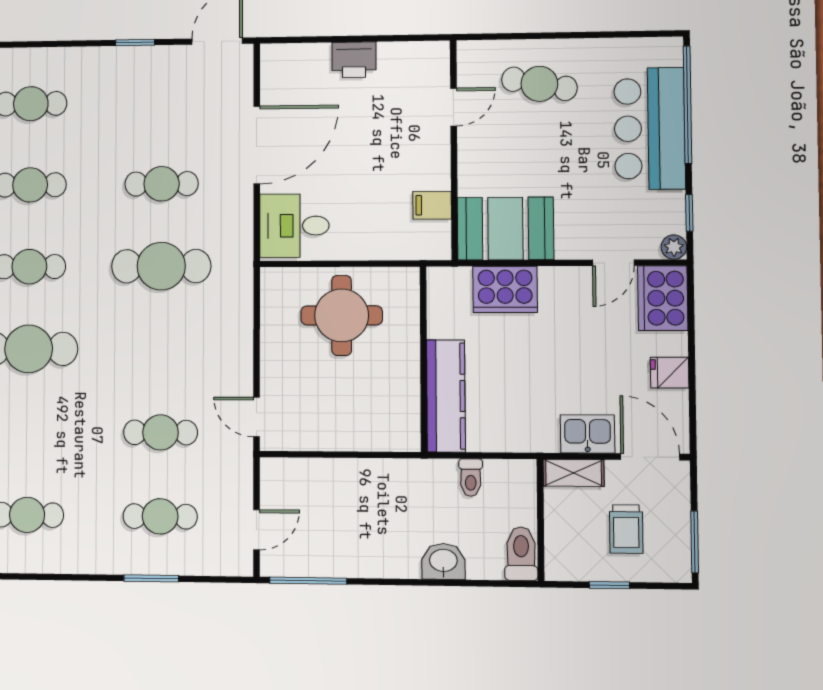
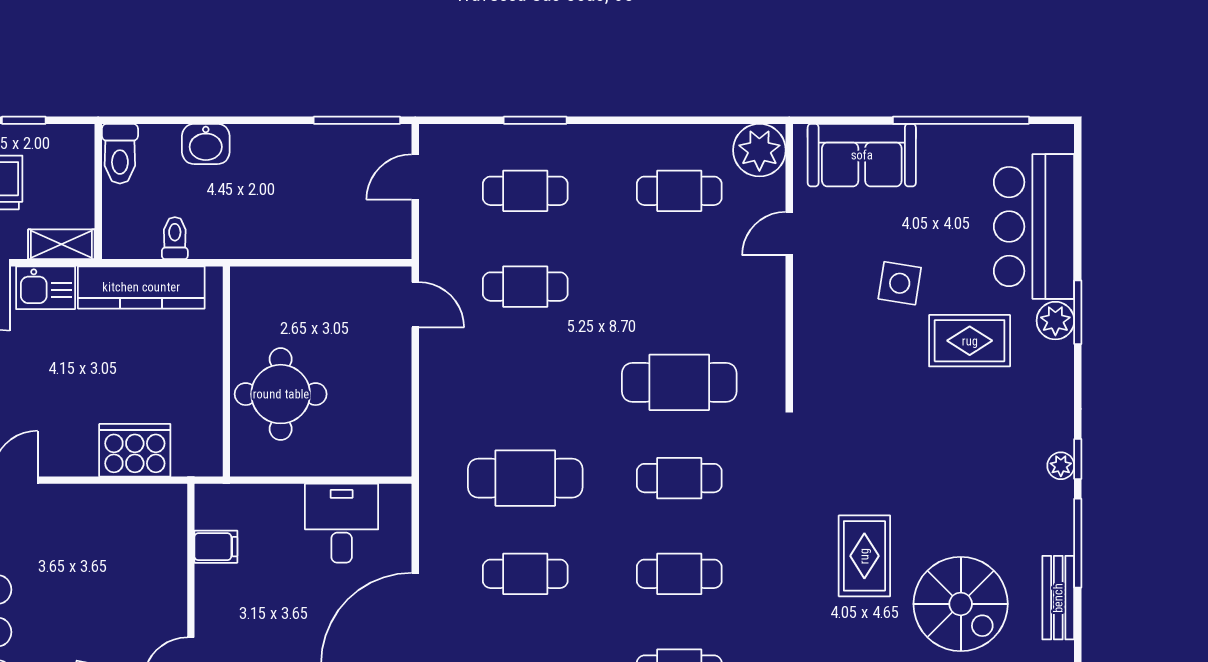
desk: (294, 226) -> (342, 523), moved, turned -90
booth: (505, 229) -> (134, 519), removed
round table: (342, 315) -> (281, 394), moved
kitchen counter: (446, 396) -> (141, 287), moved, turned -90

